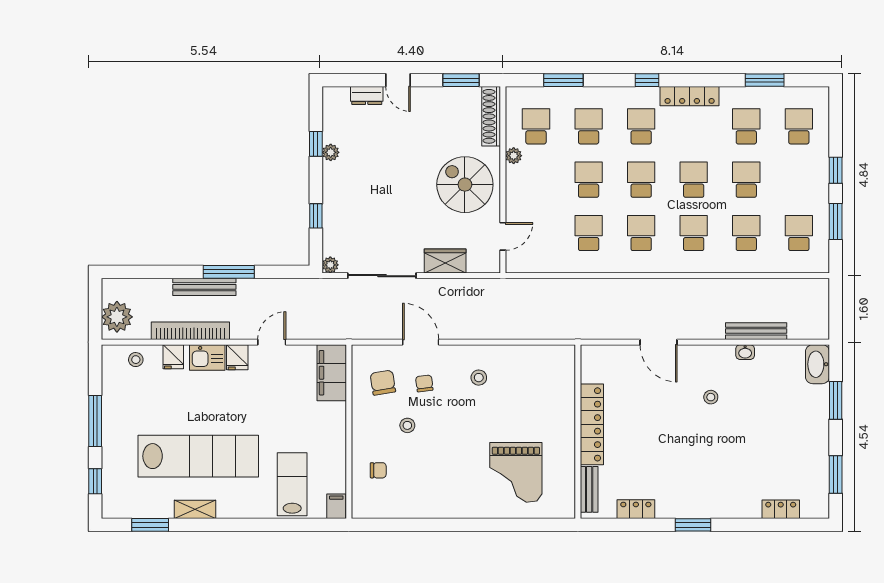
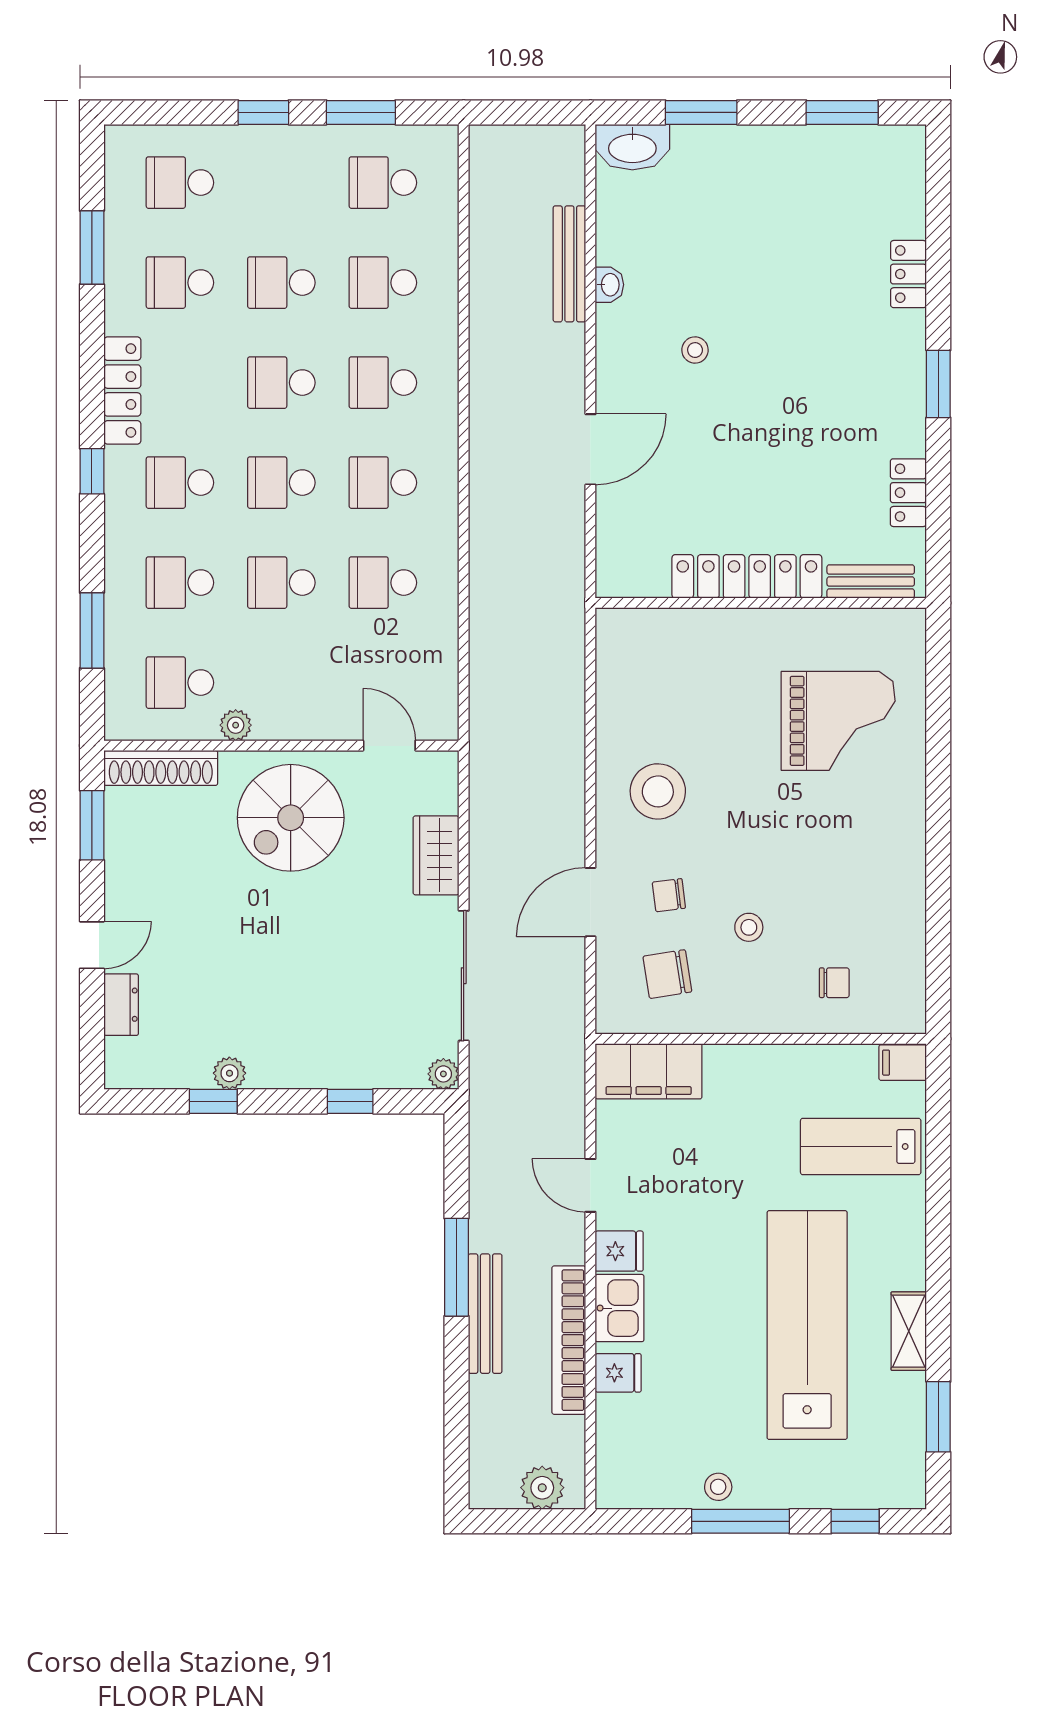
plant: (117, 317) -> (542, 1488), width x0.73, depth x0.73
stool: (136, 360) -> (718, 1487), moved
stool: (479, 378) -> (658, 791), width x1.89, depth x1.89
chair: (378, 470) -> (834, 983), turned 90
locker: (781, 509) -> (908, 274), moved

